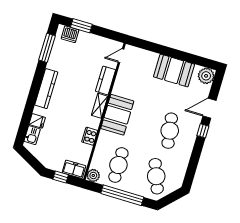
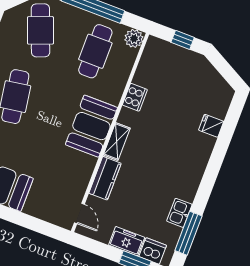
door: (121, 56) -> (79, 213), hinge flipped
kitchen counter: (46, 89) -> (194, 173), removed
kitchen sink: (32, 135) -> (179, 213), moved
freezer: (74, 169) -> (127, 241), moved, turned 180

